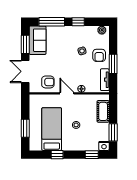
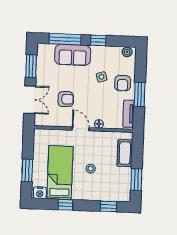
sofa: (38, 40) -> (73, 55), moved, turned 90
double door: (25, 71) -> (30, 100), swing flipped
armchair: (48, 82) -> (66, 99), moved
nightstand: (104, 146) -> (40, 193), moved

